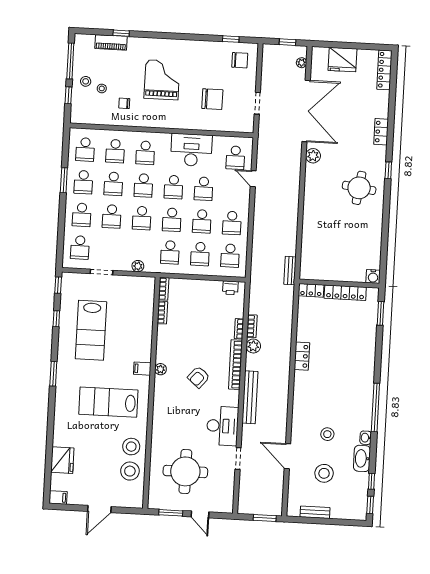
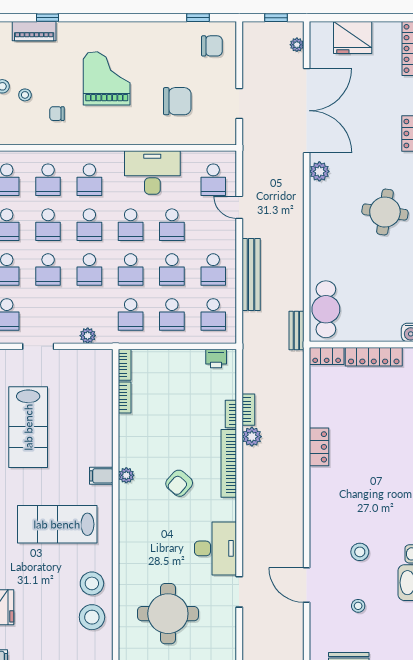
cafe table: (312, 256) -> (326, 309), added
bench: (250, 397) -> (251, 274), moved
stool: (324, 473) -> (358, 606), width x0.53, depth x0.53

